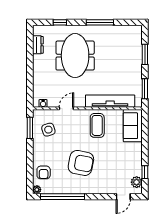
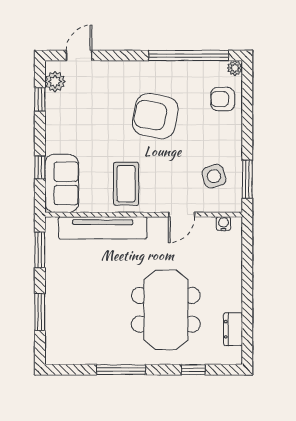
window: (145, 135) -> (40, 167), added
armchair: (44, 172) -> (223, 99), turned -90

